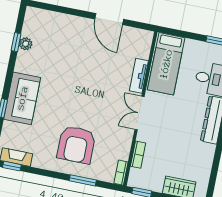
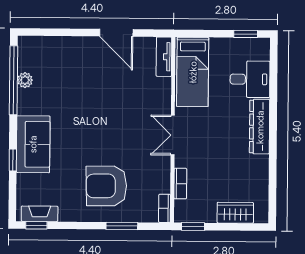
window: (16, 42) -> (14, 80), width x3.17
tv unit: (139, 76) -> (164, 57), moved
armchair: (76, 145) -> (106, 186), turned 89

